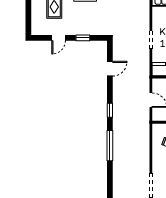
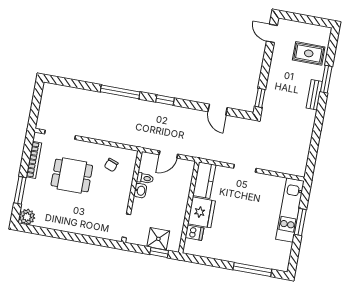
door: (59, 38) -> (272, 33), moved
window: (83, 38) -> (260, 98), moved

